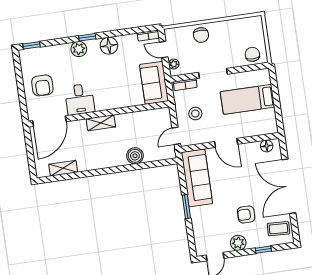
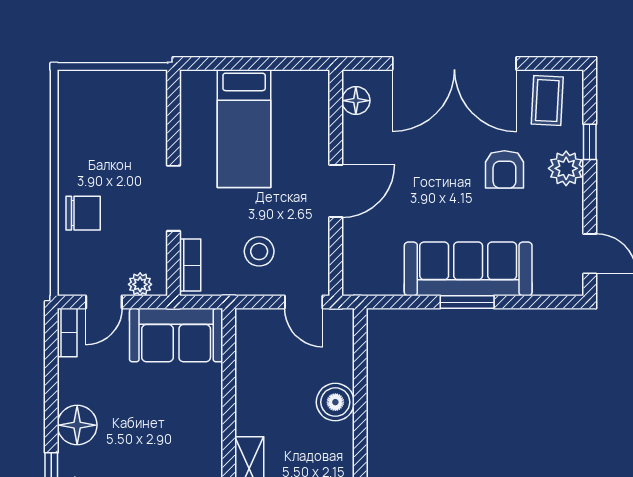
chair: (252, 54) -> (144, 103), removed
sofa: (197, 178) -> (468, 269), moved
plant: (238, 243) -> (566, 168), moved

